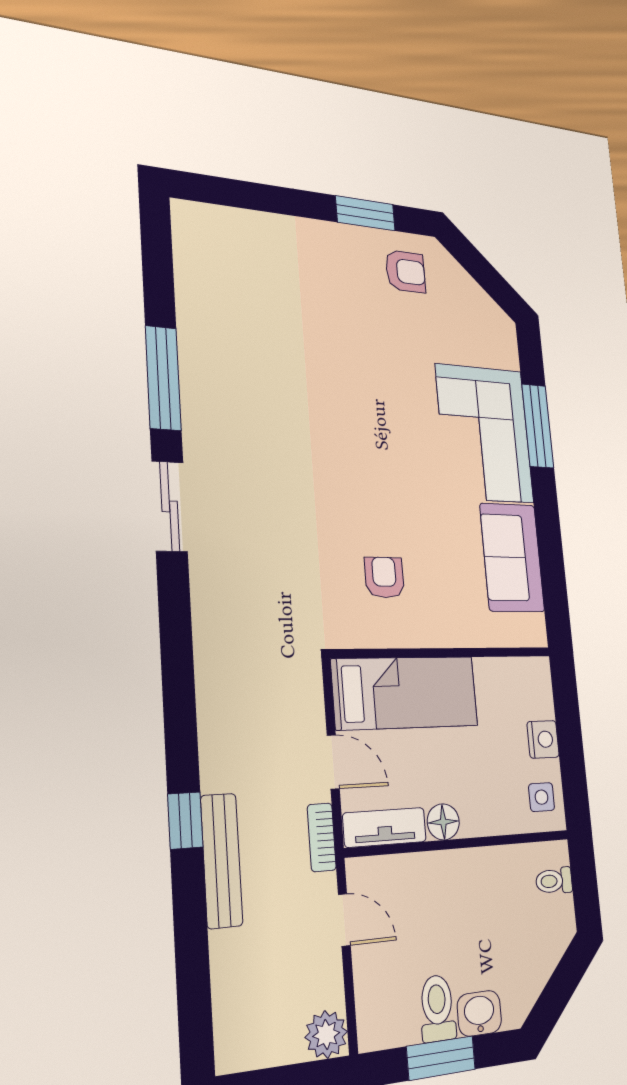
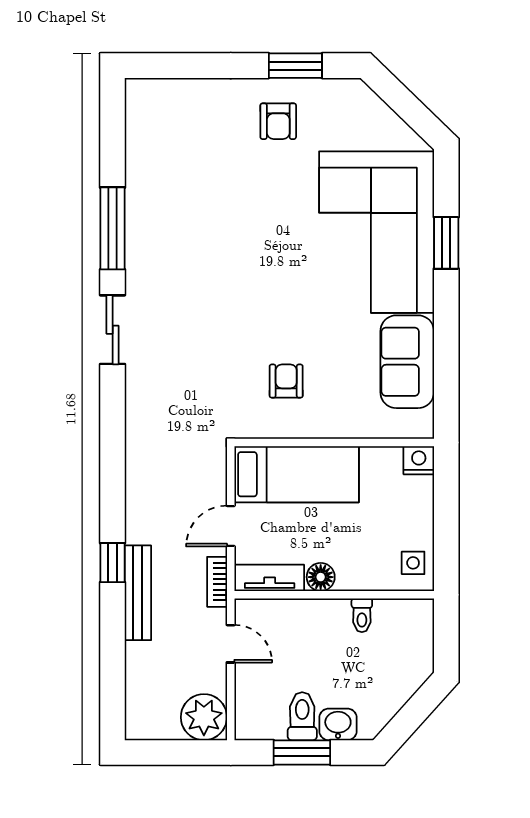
armchair: (405, 271) -> (278, 121), moved, turned 90
window: (538, 426) -> (446, 243), width x0.69
corner sofa: (485, 434) -> (377, 232), width x1.36, depth x1.36
nightstand: (543, 739) -> (419, 460), moved, turned -90
door: (333, 762) -> (231, 526), swing flipped
toilet: (554, 881) -> (362, 615), moved, turned -90
plant: (326, 1035) -> (204, 717), width x1.36, depth x1.36

